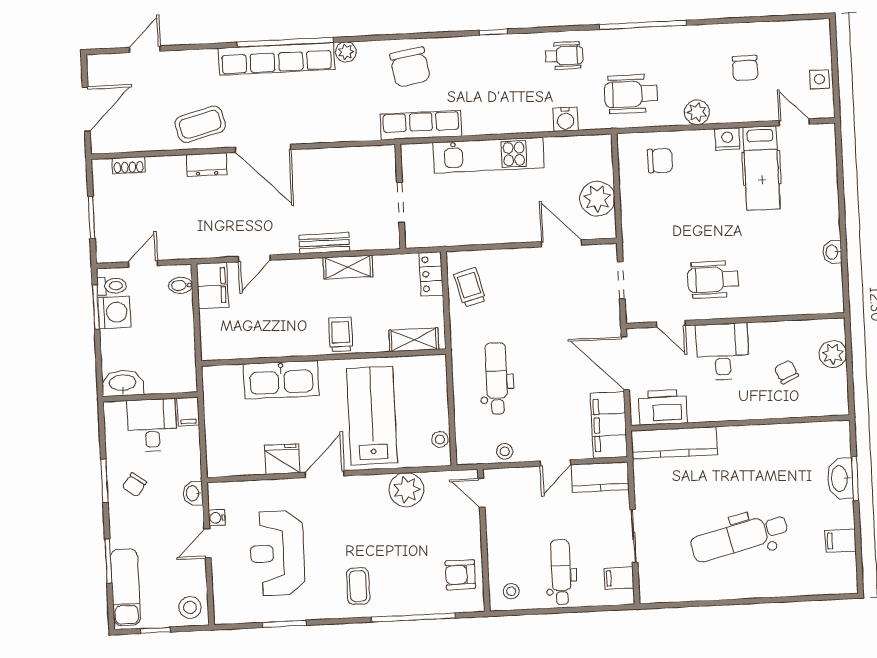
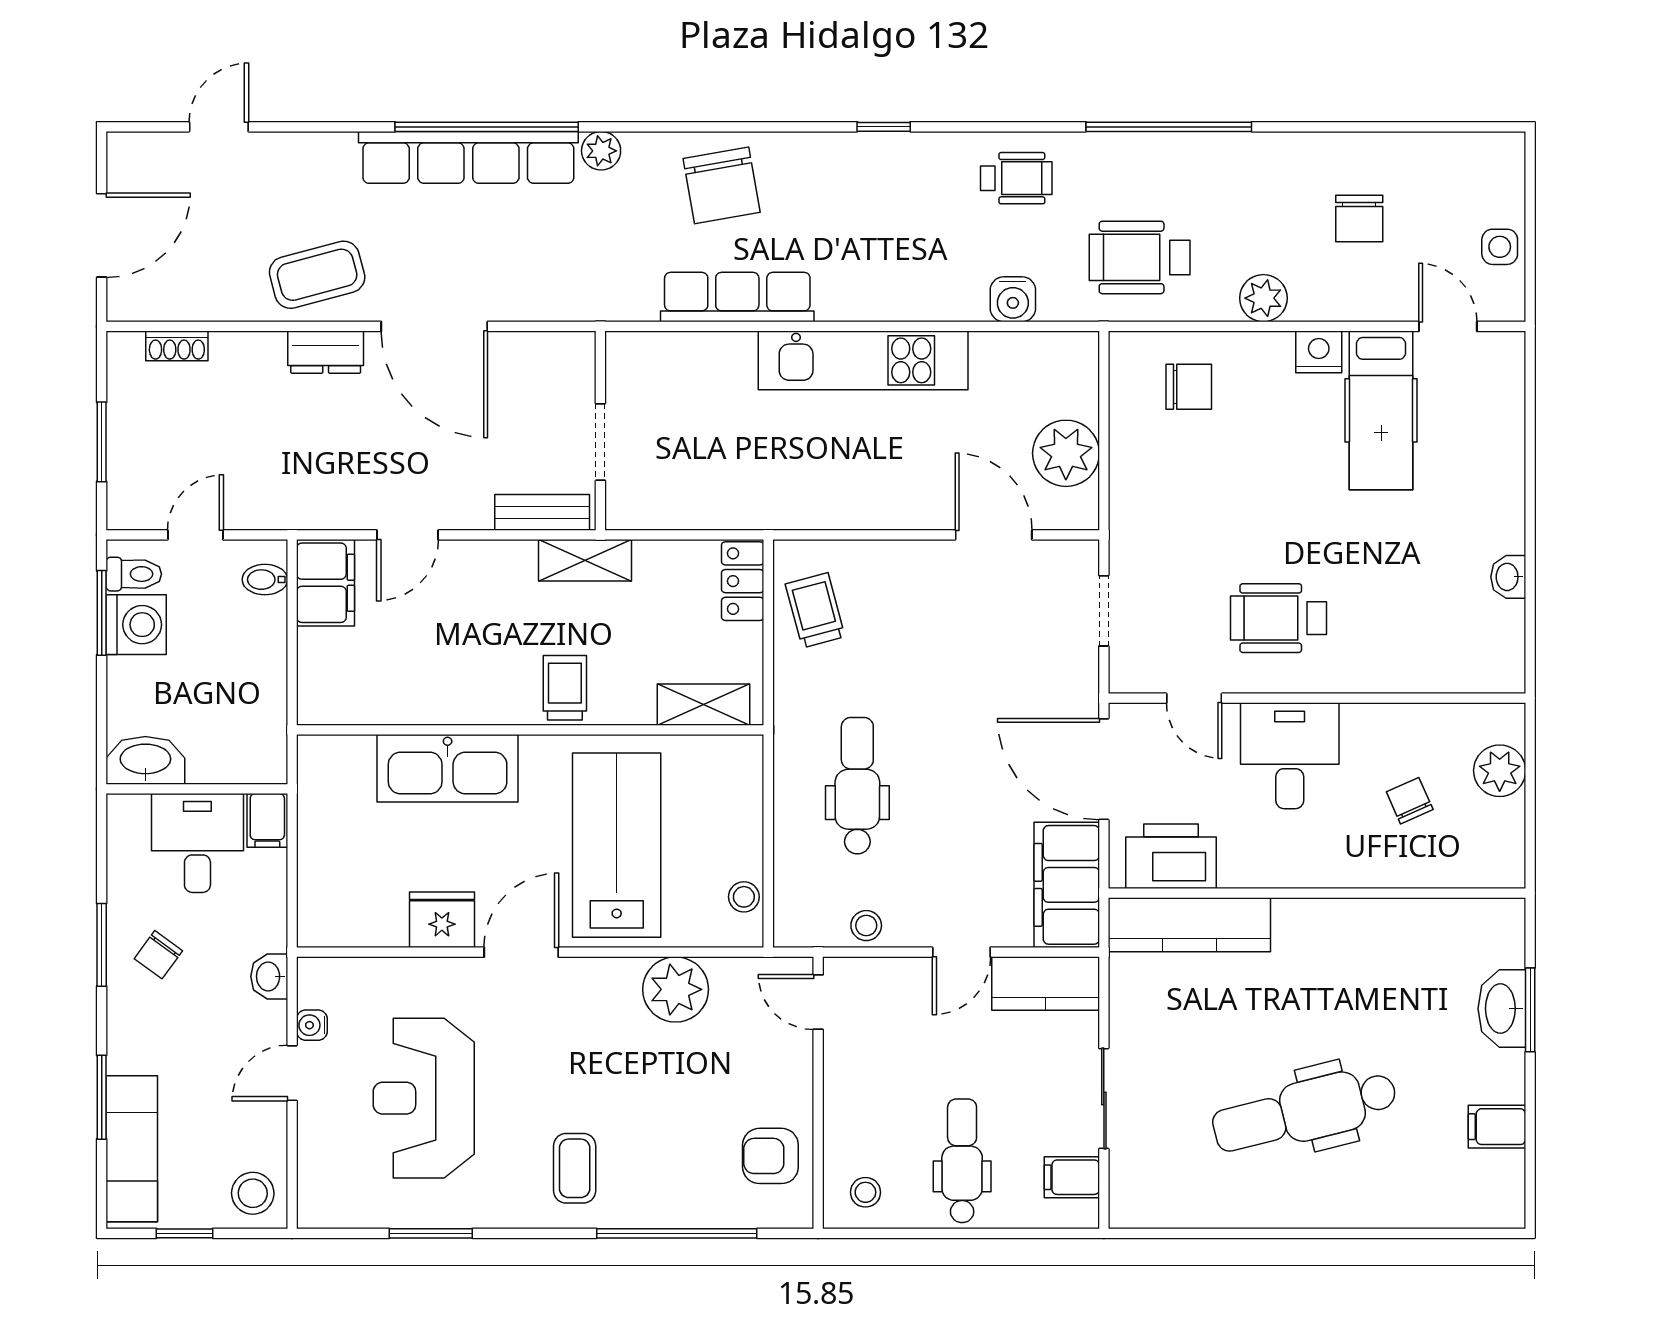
wall: (400, 196) -> (600, 431), moved
doorway: (401, 202) -> (600, 442), moved

